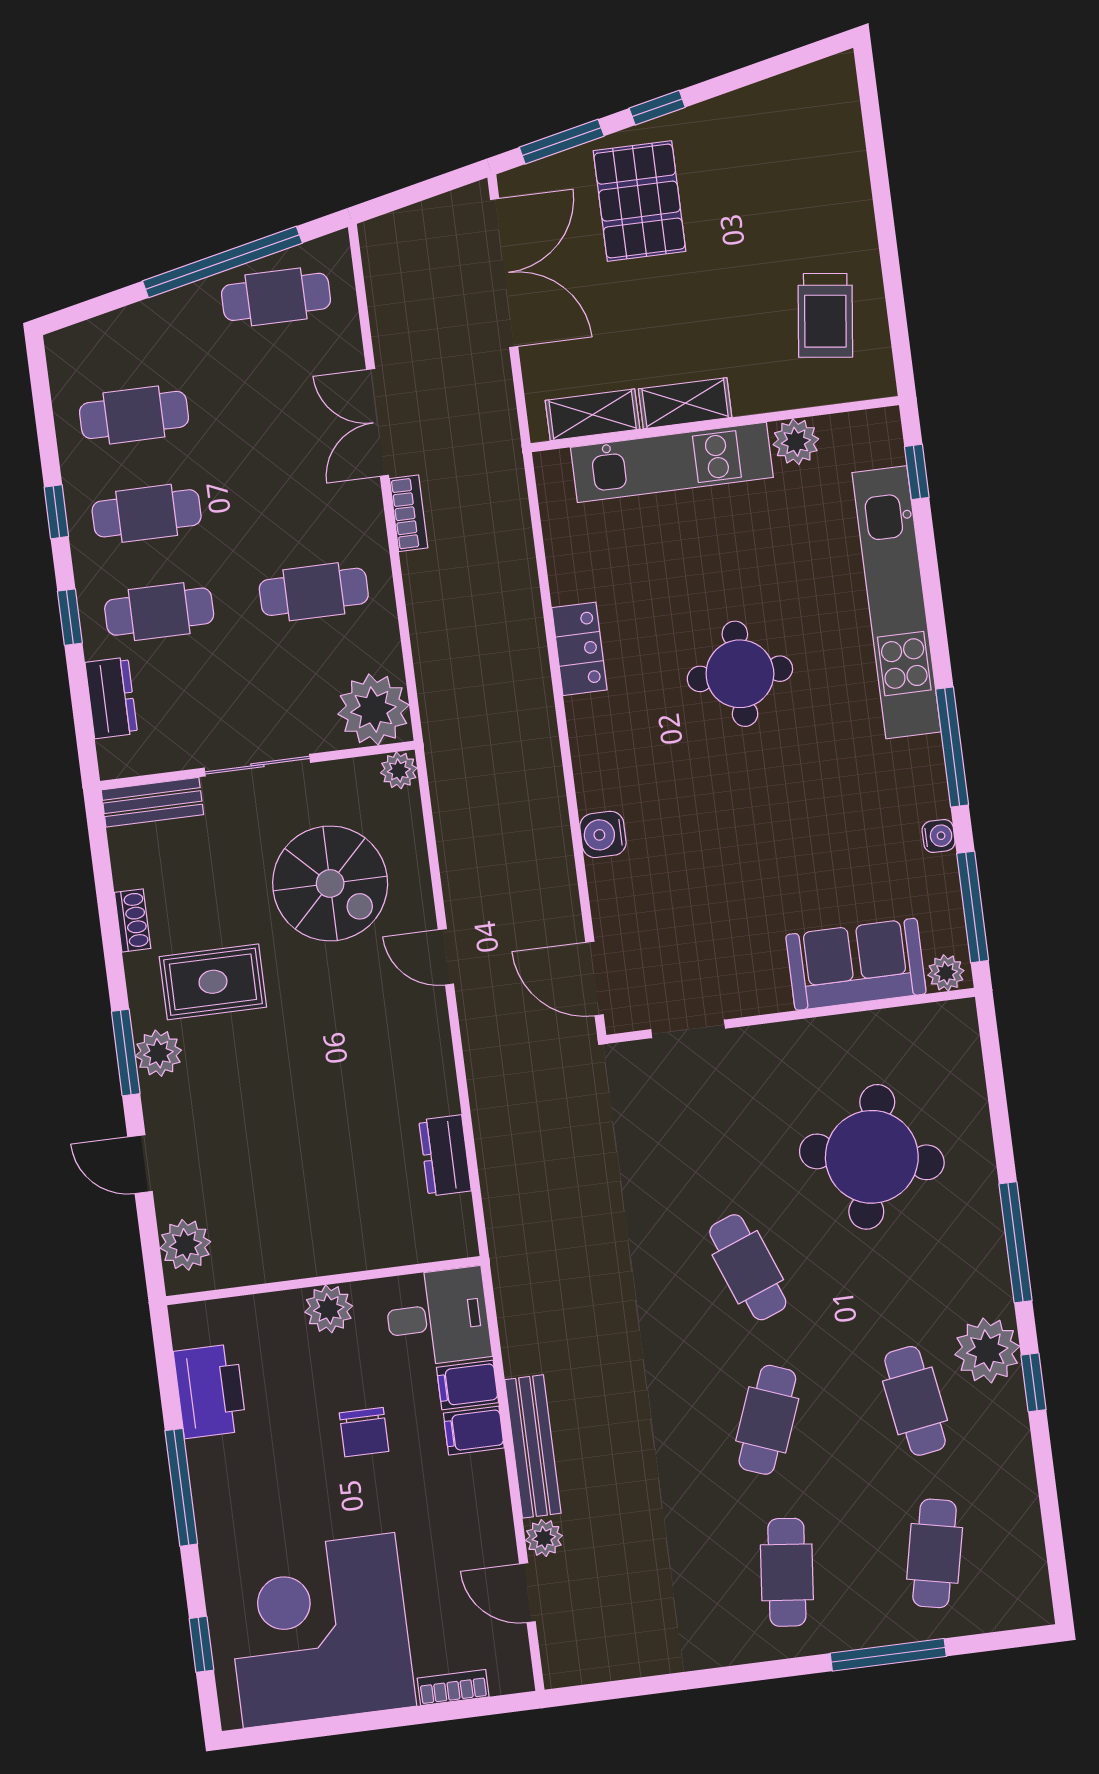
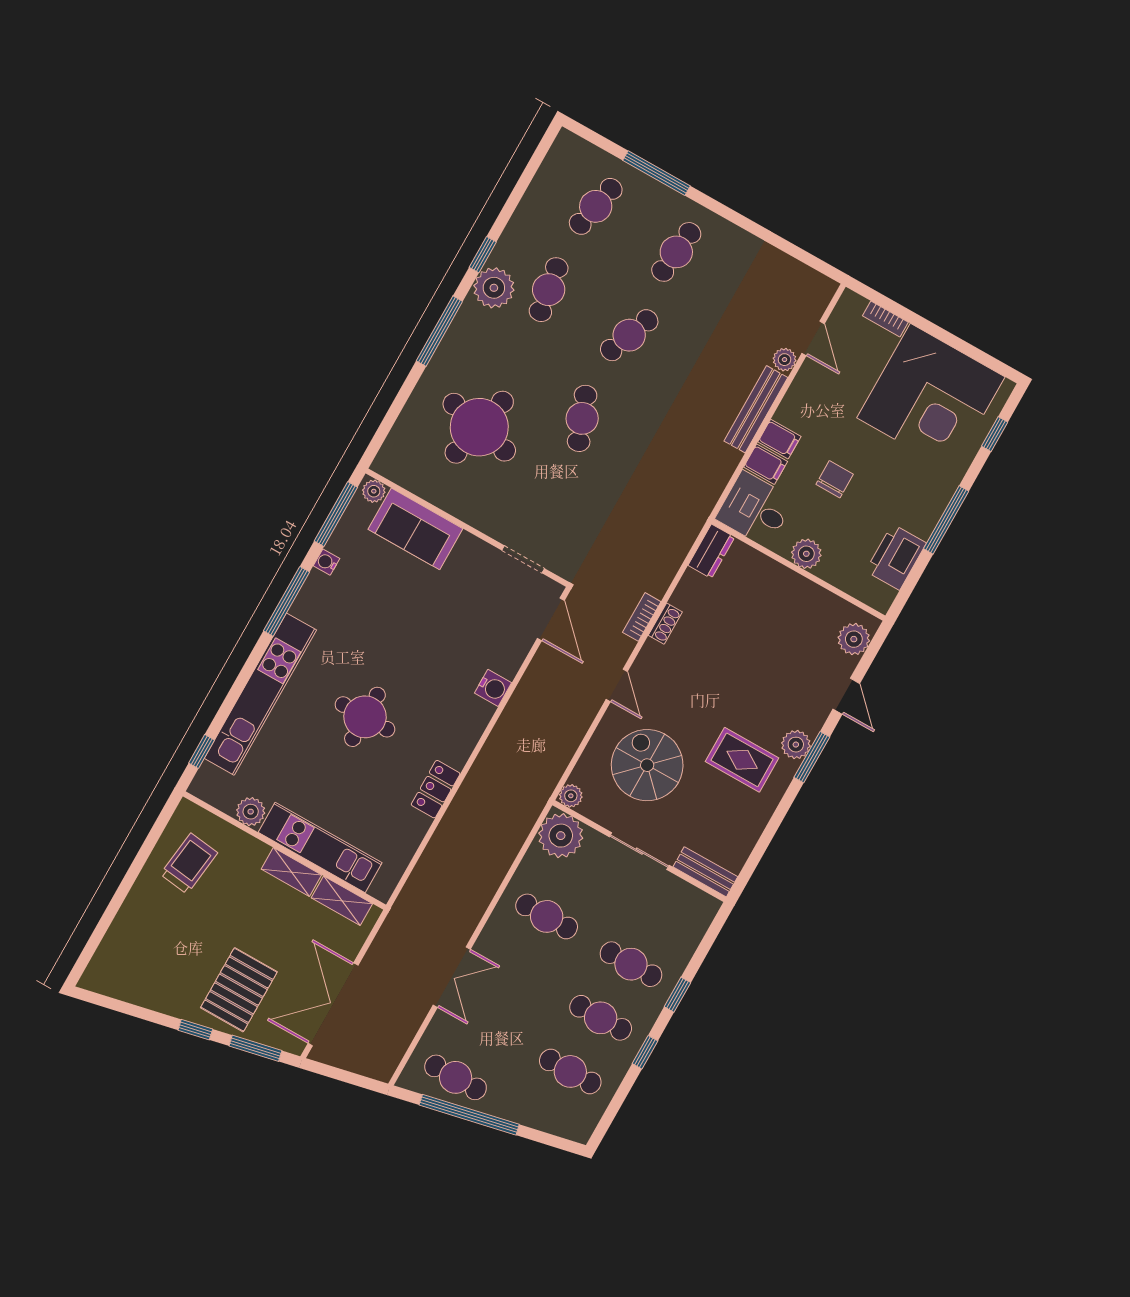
bookcase: (409, 513) -> (642, 617), moved
dresser: (111, 698) -> (687, 939), removed
shoe rack: (133, 920) -> (665, 624), moved, turned 180
dresser: (445, 1156) -> (711, 551), moved

